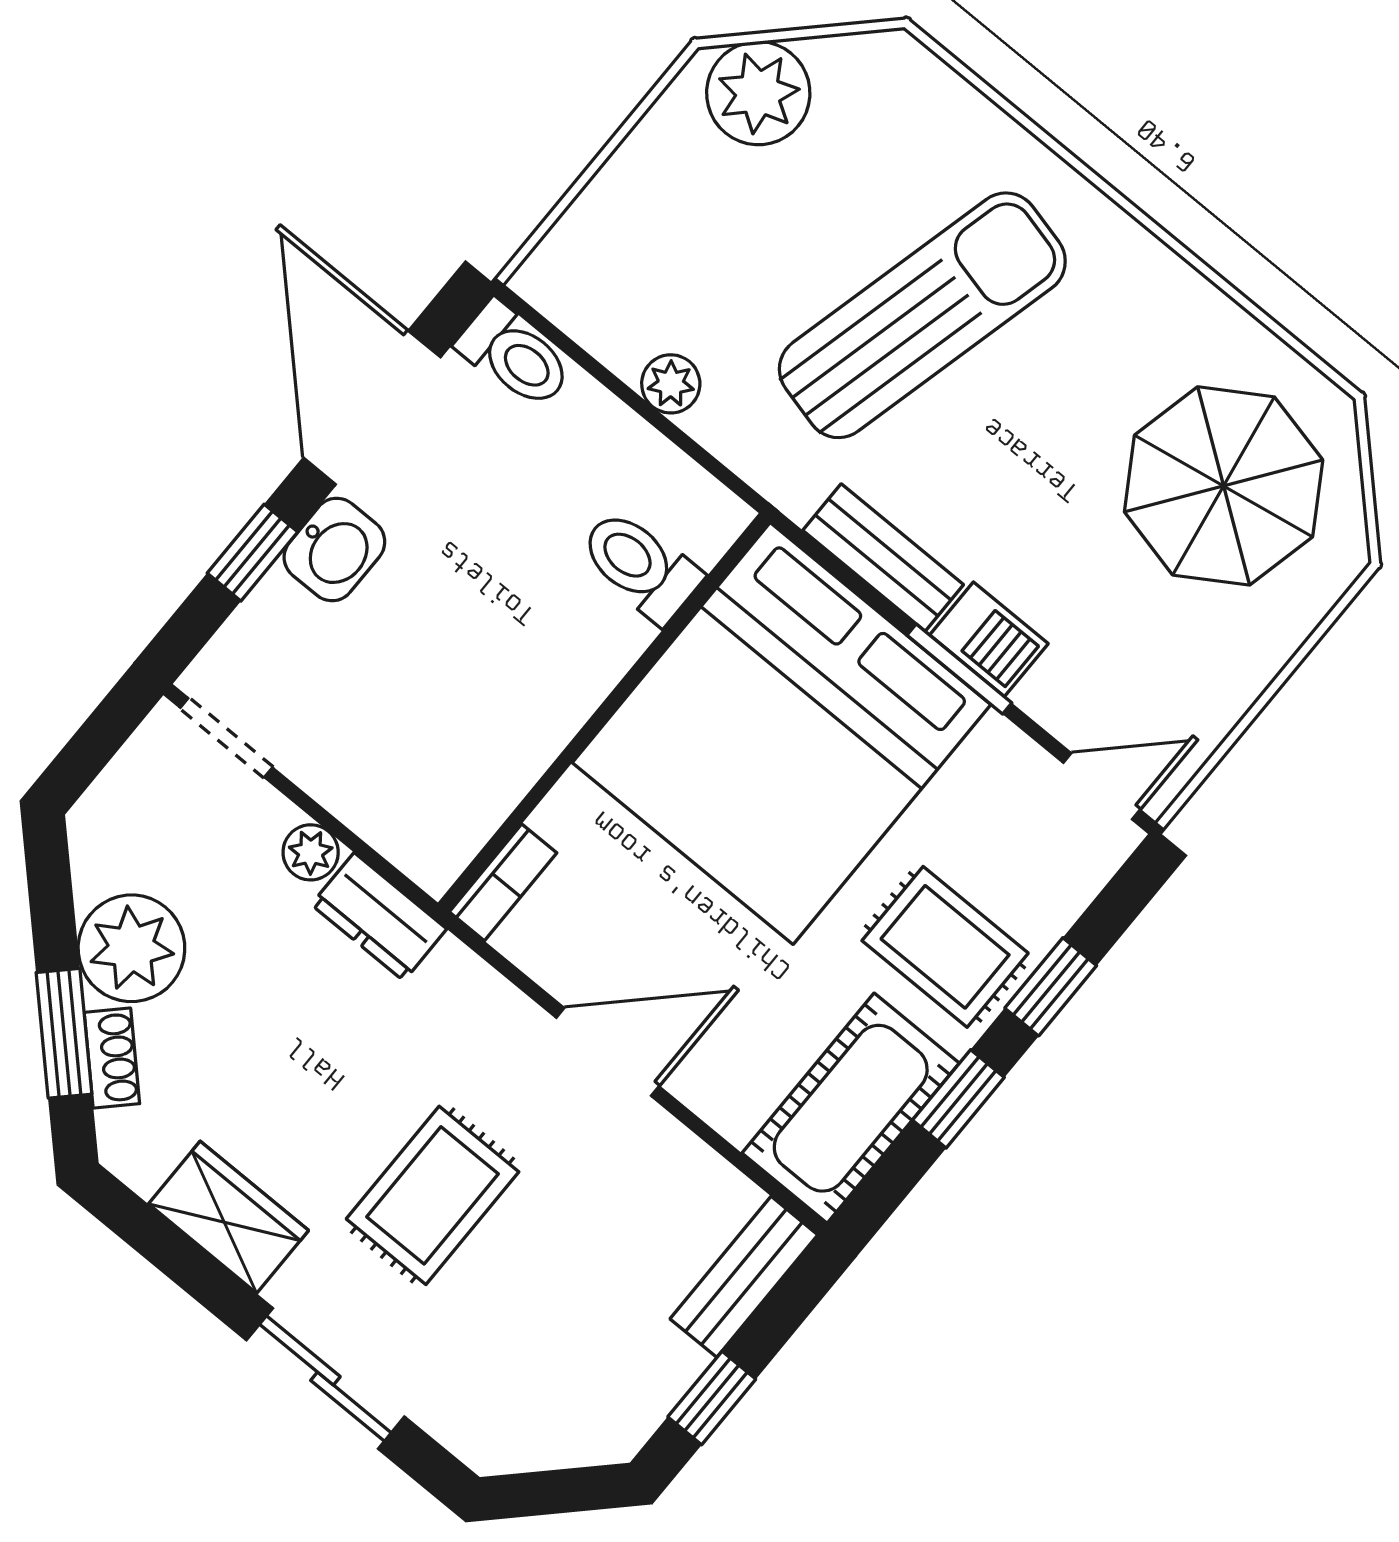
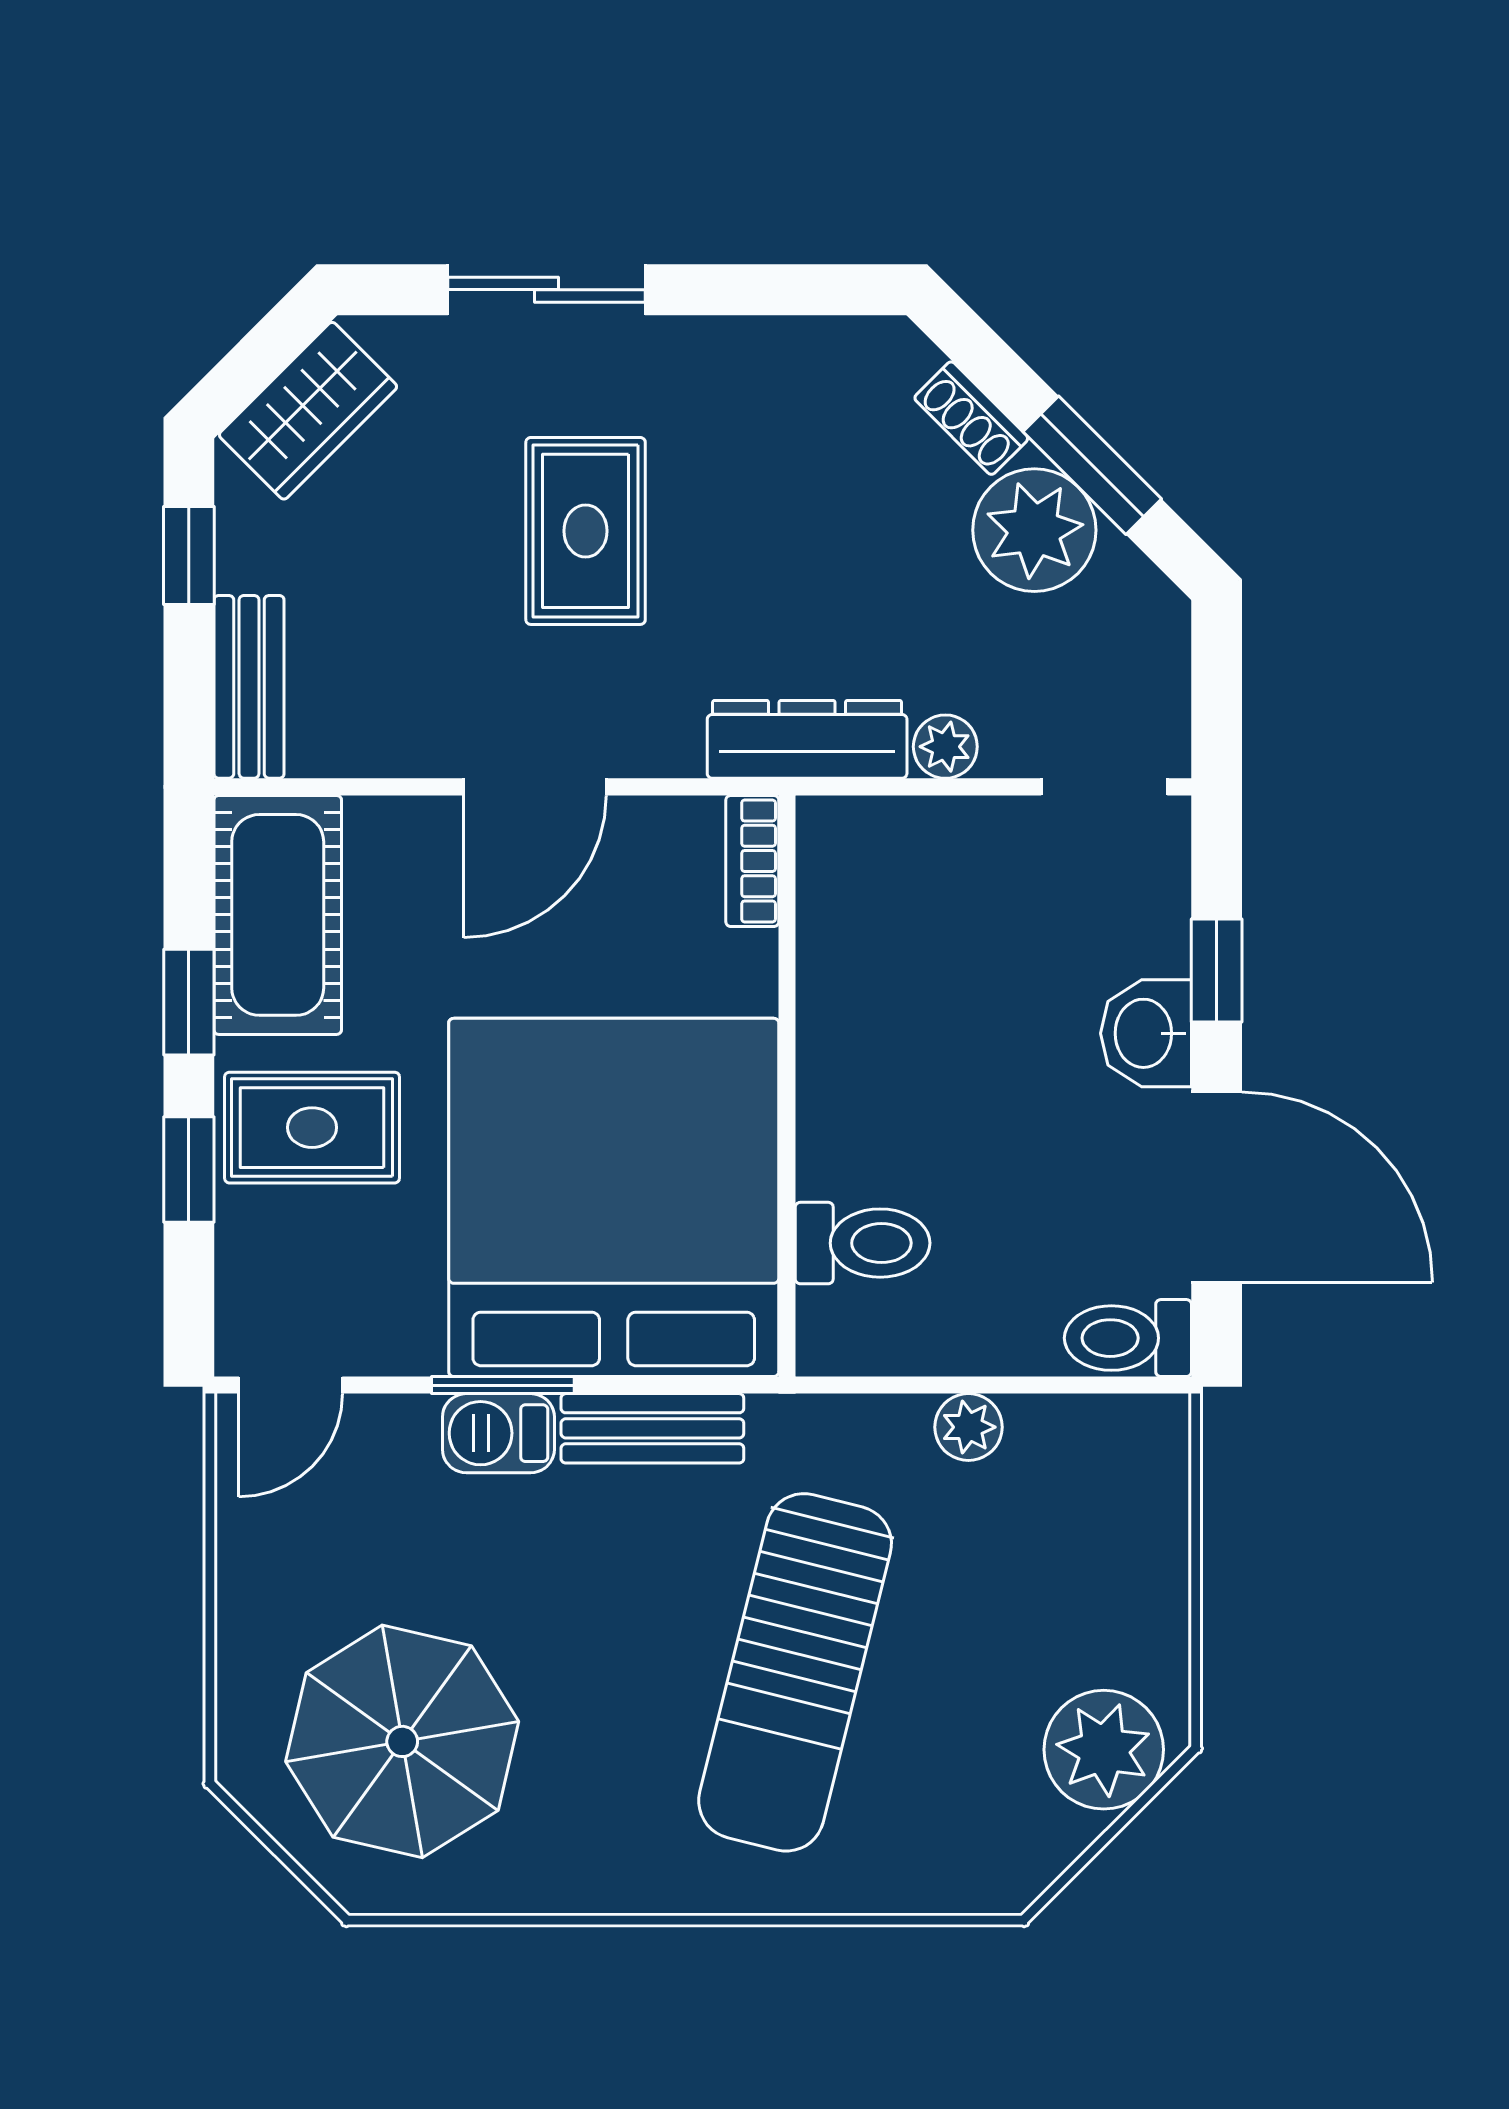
dresser: (379, 917) -> (807, 739), width x1.44
window: (64, 1033) -> (1092, 465), moved
wardrobe: (228, 1217) -> (308, 411), moved, turned -45

